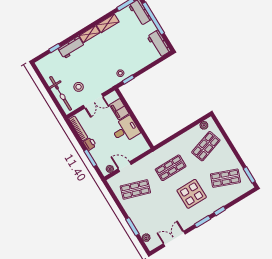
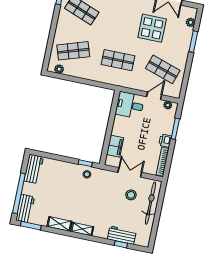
workbench: (71, 47) -> (122, 235), moved
desk: (125, 130) -> (130, 105), moved
door: (125, 167) -> (154, 96), swing flipped
display table: (192, 194) -> (152, 28), moved

